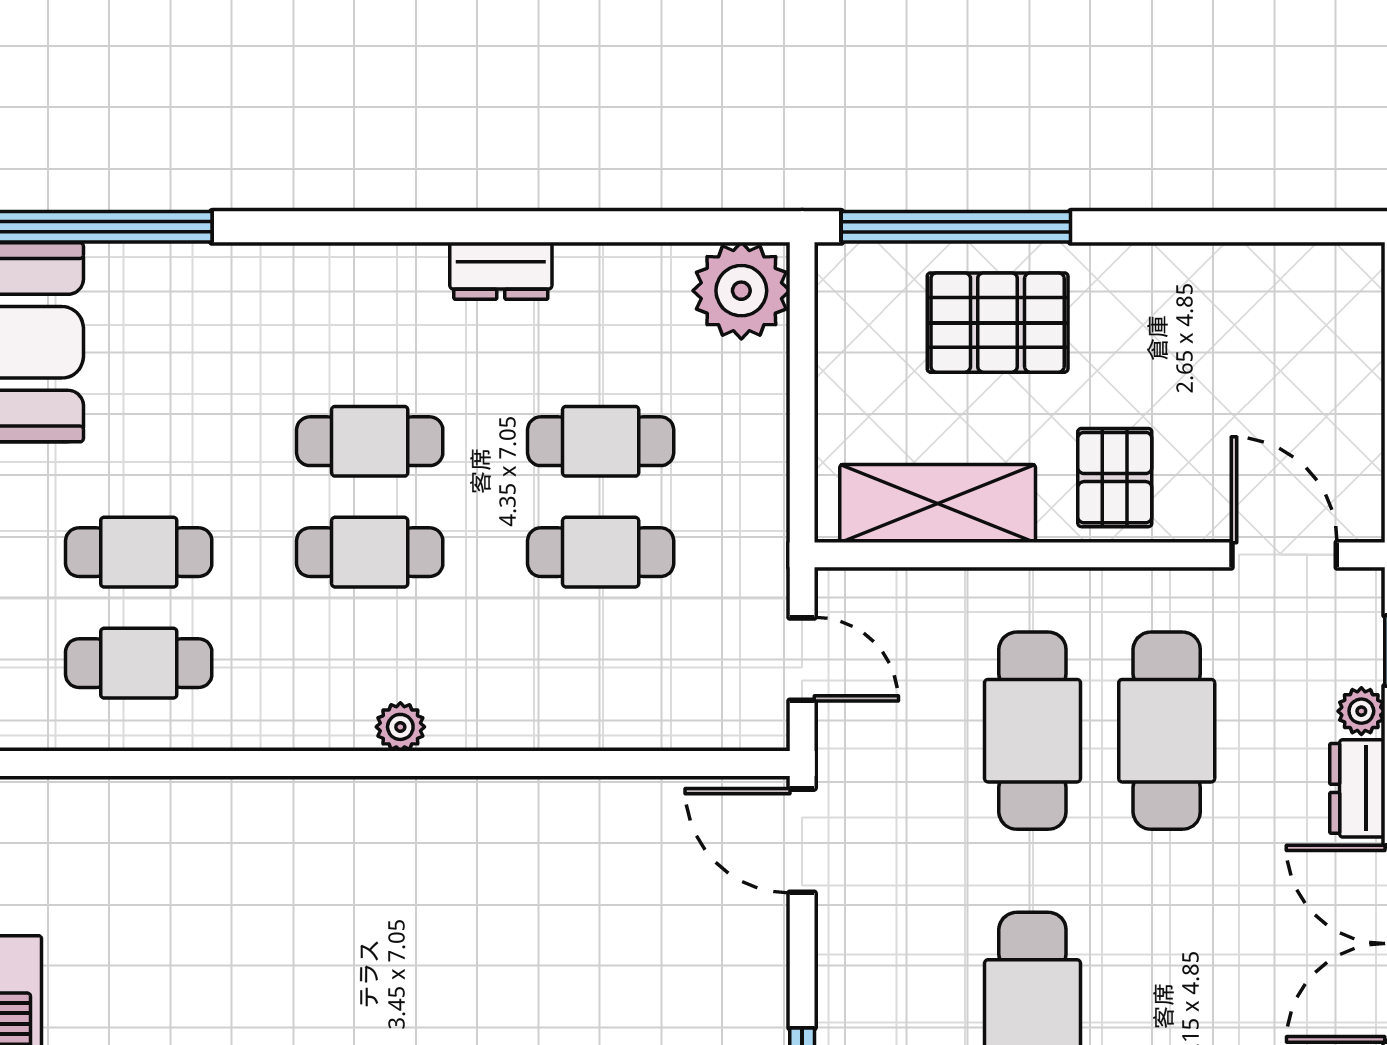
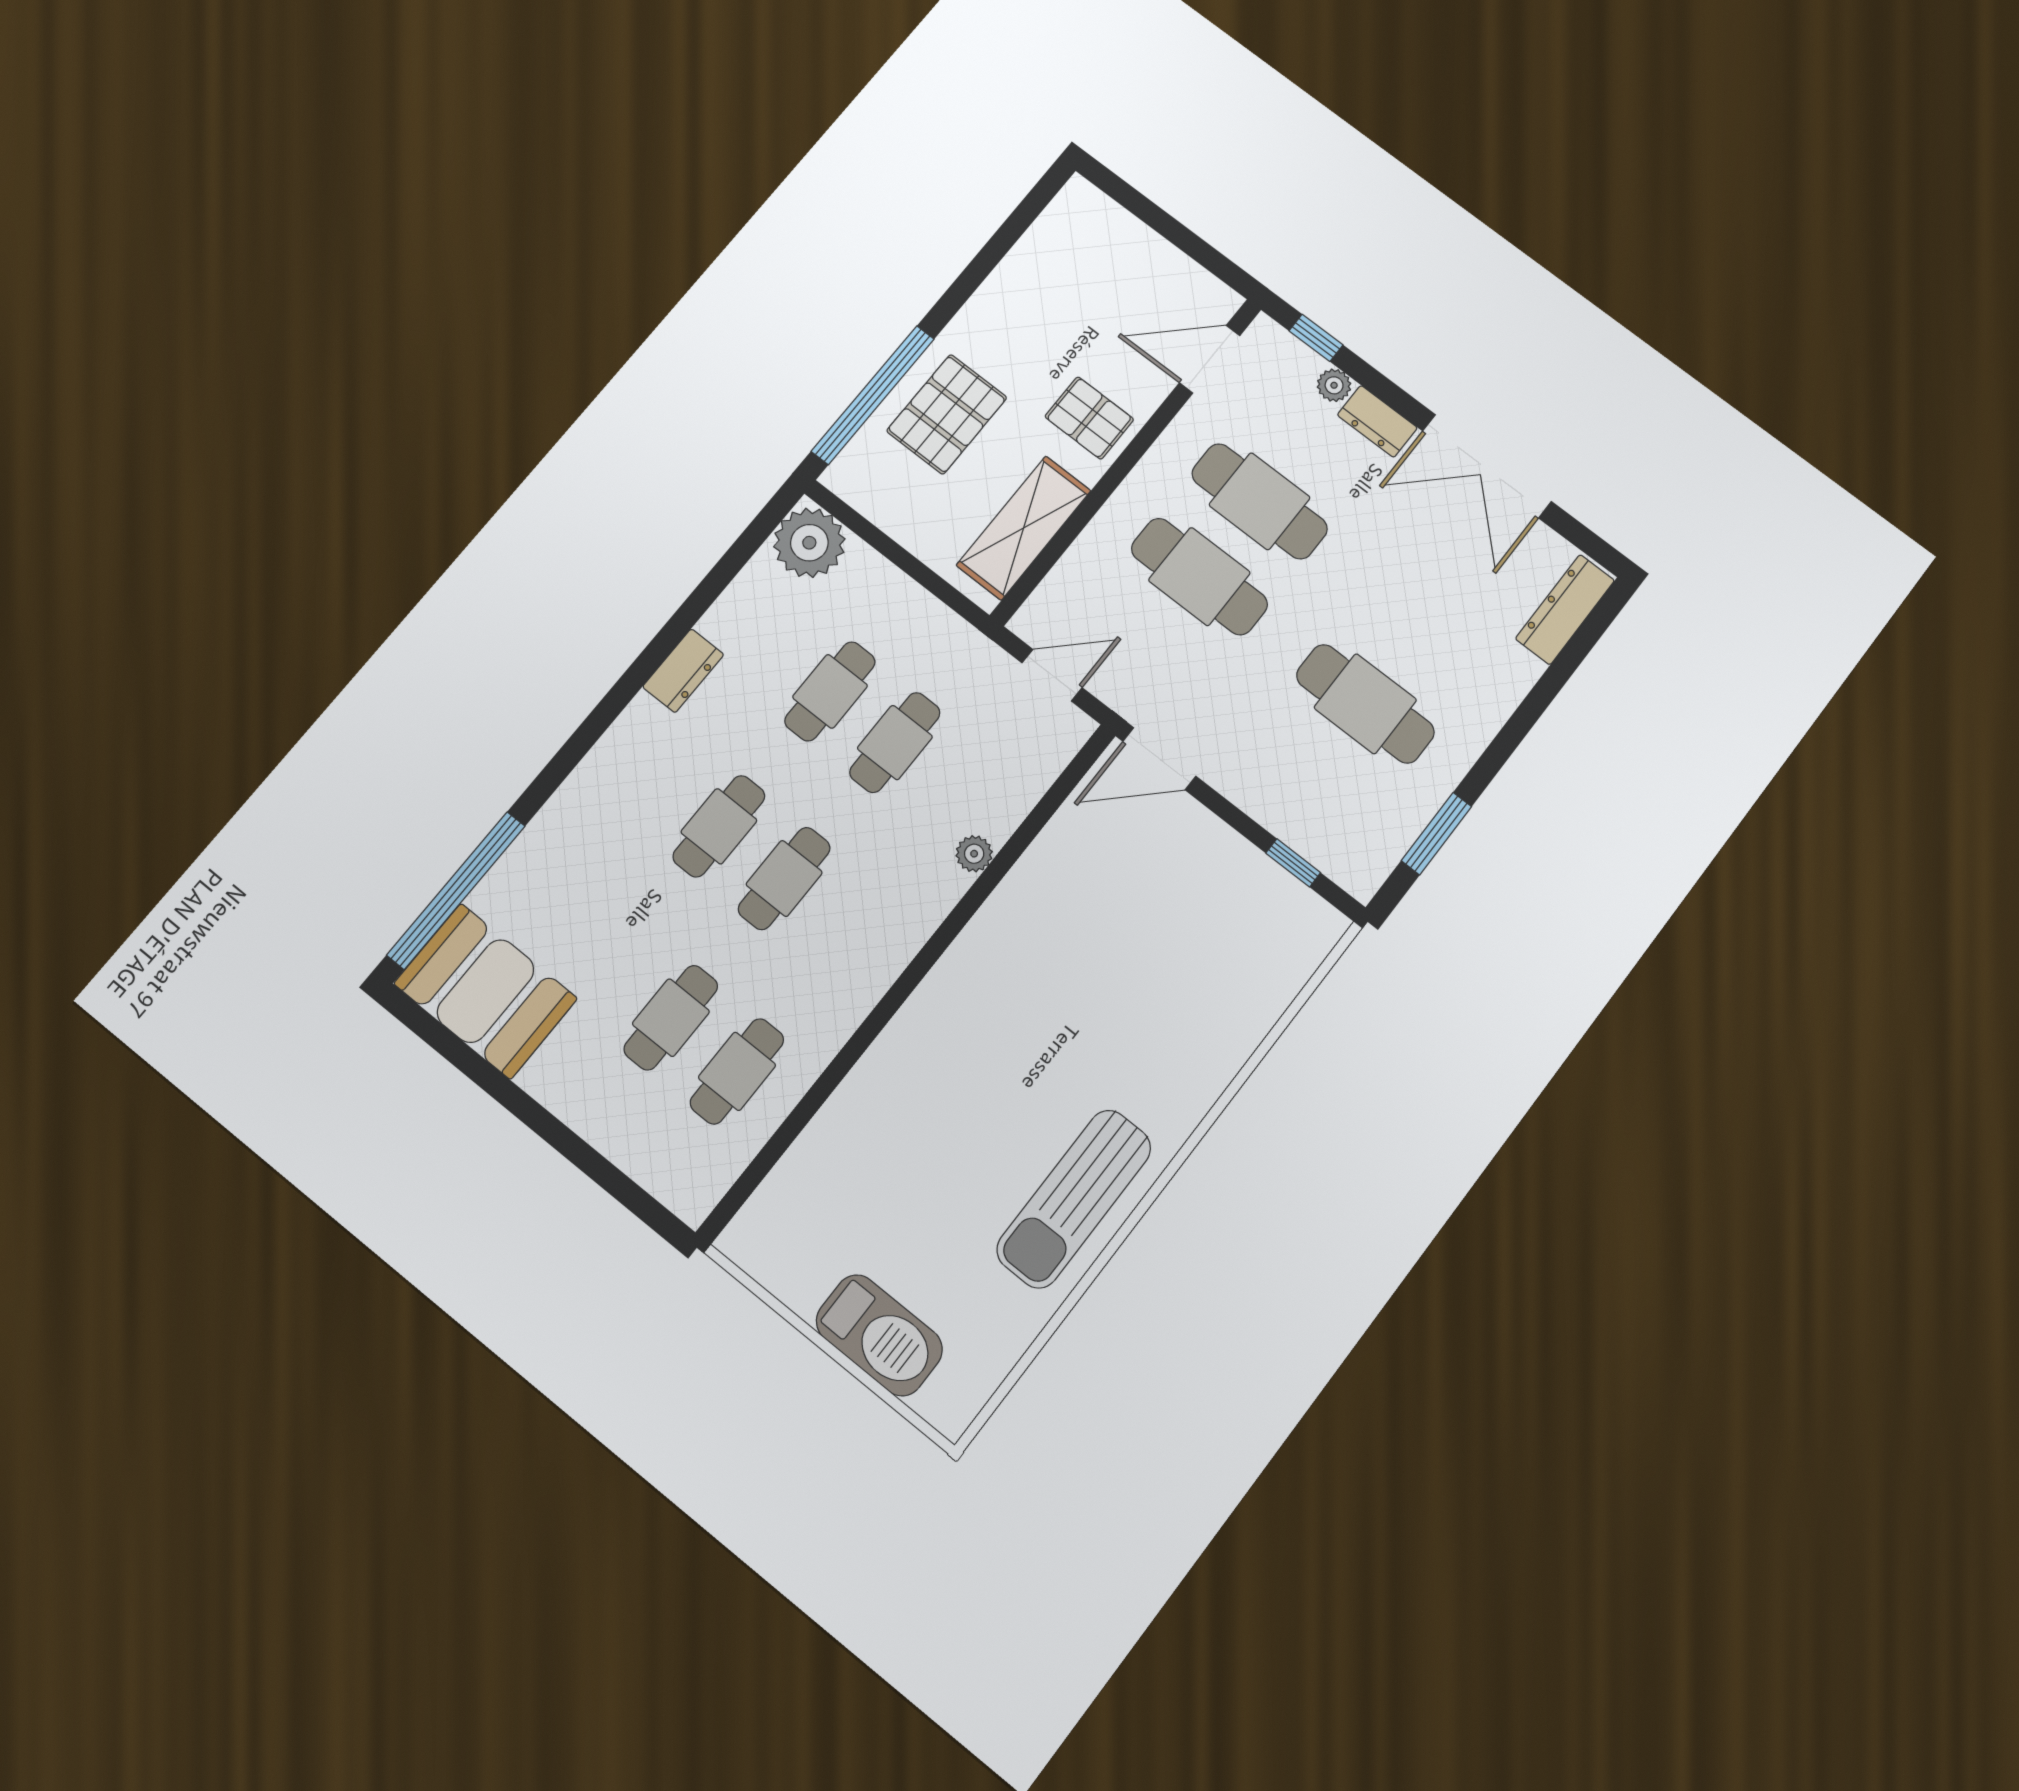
plant: (400, 727) -> (974, 854), moved

